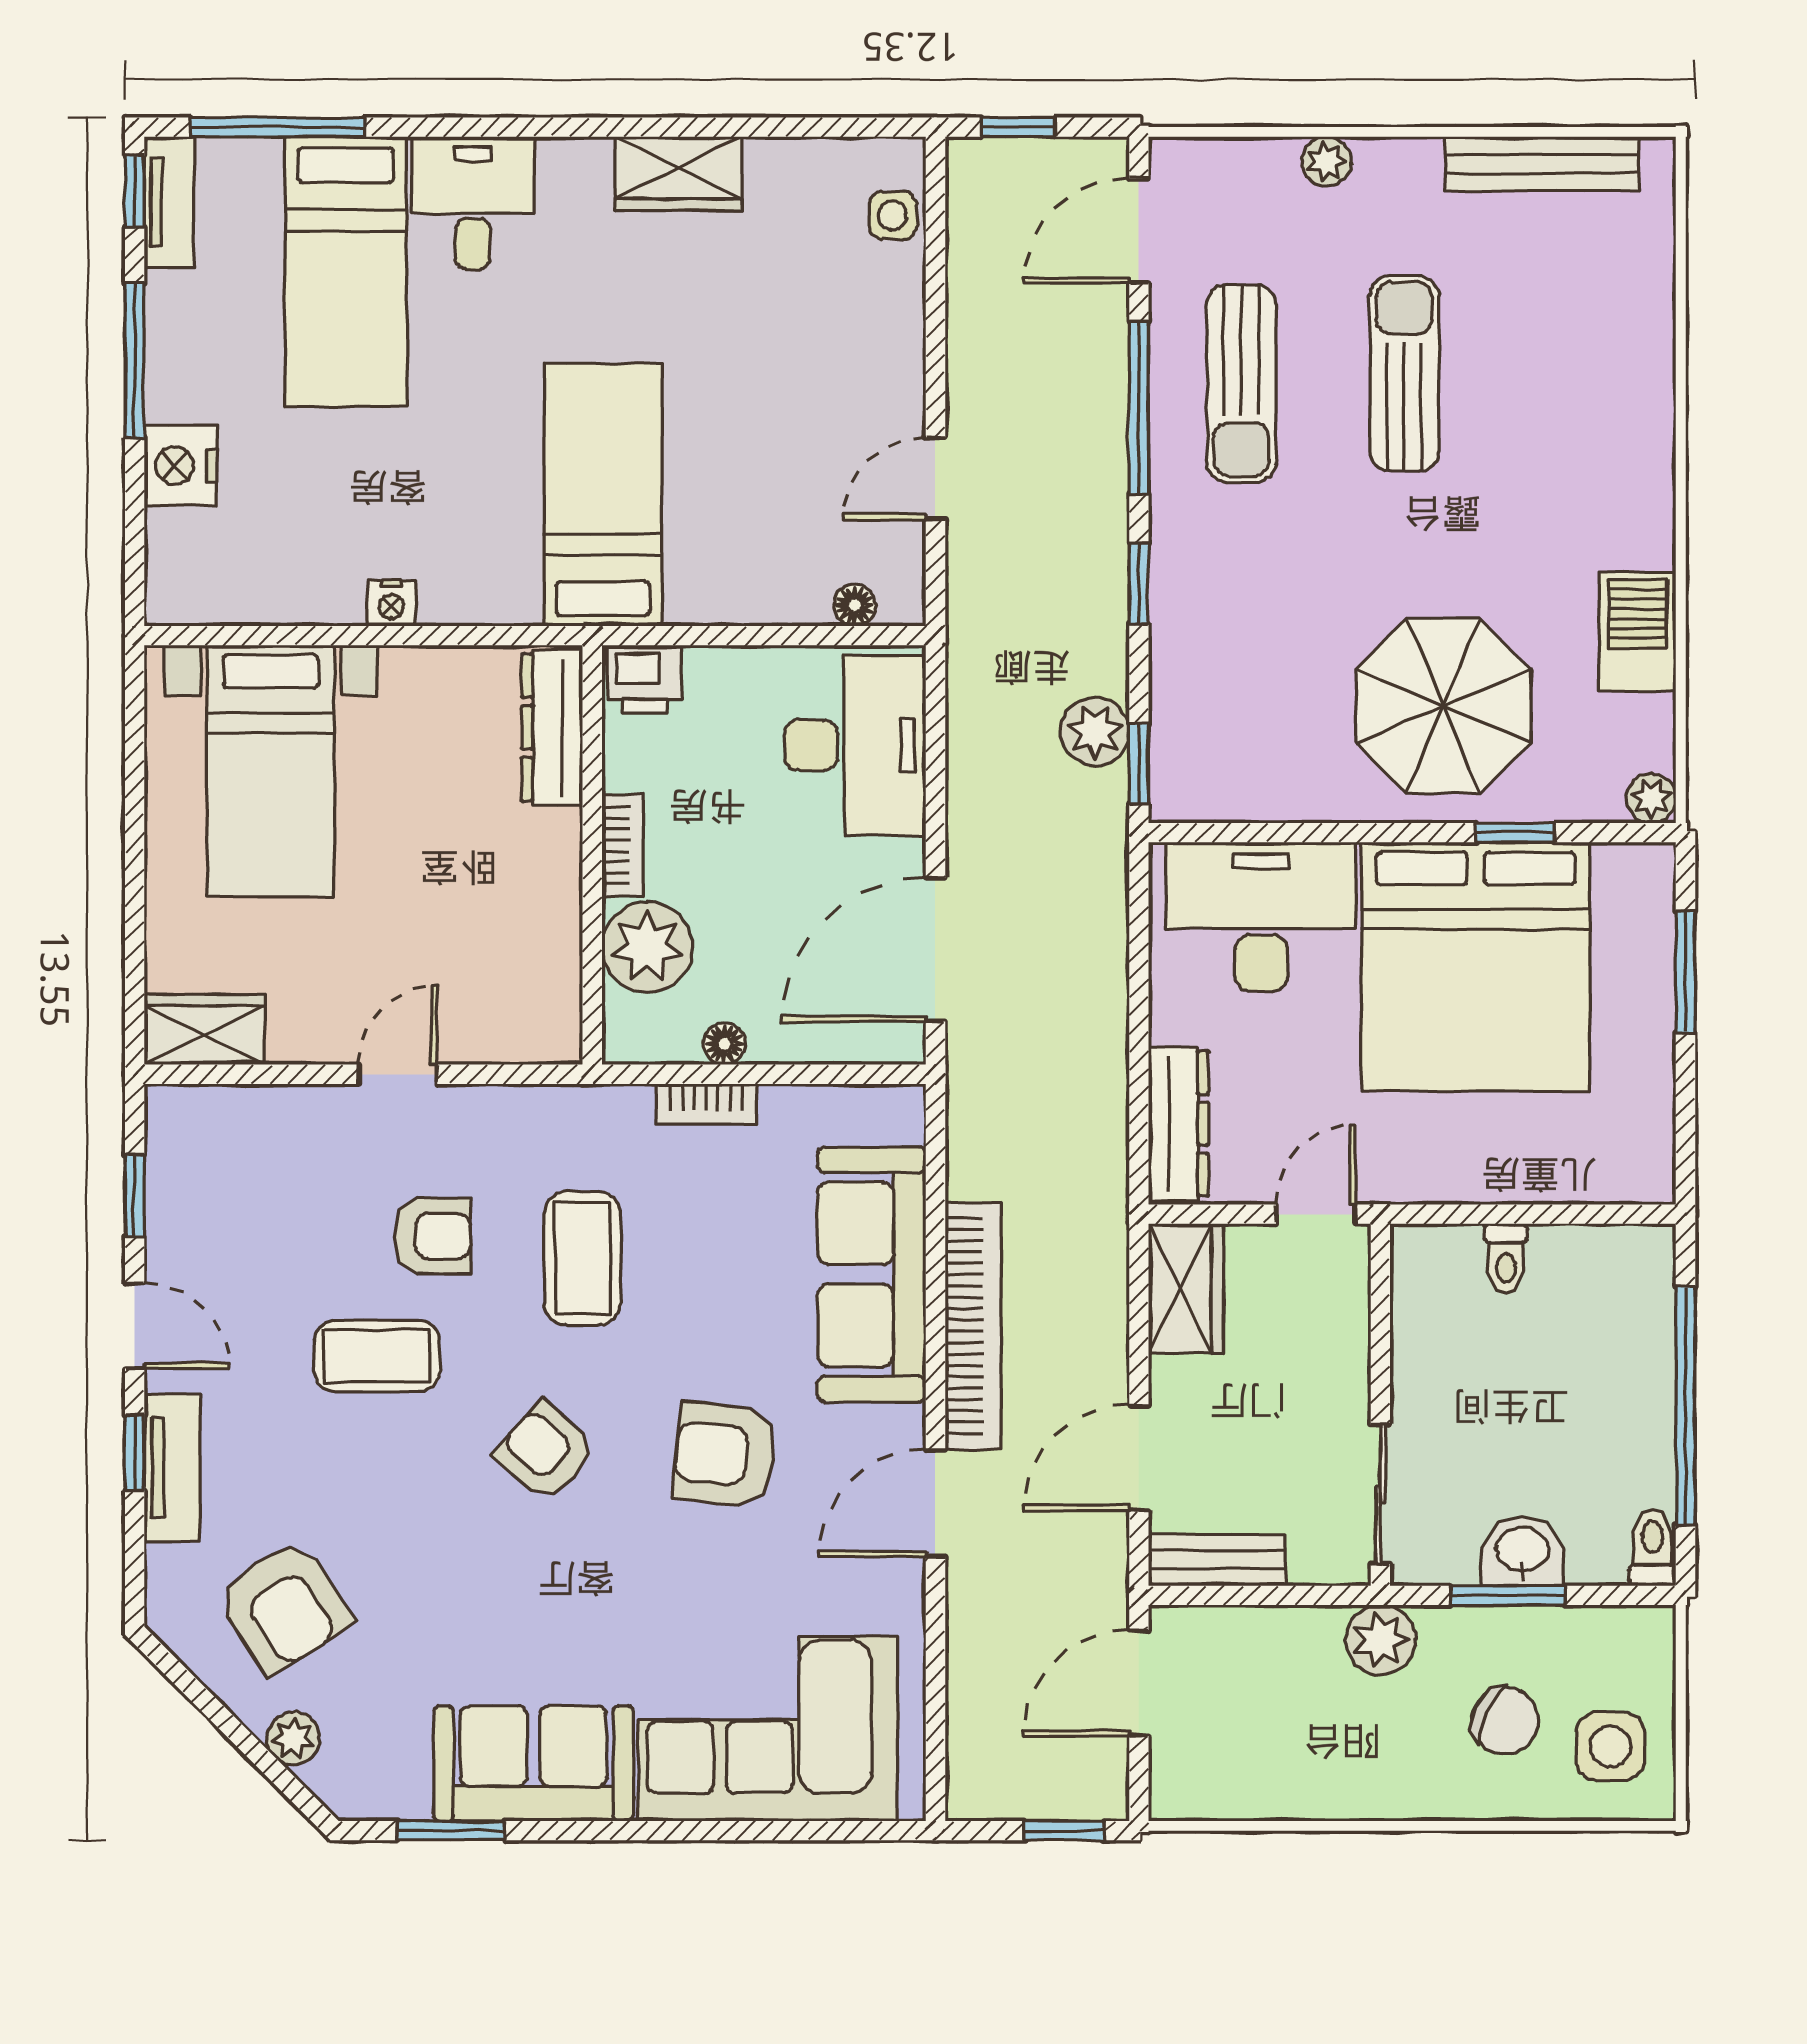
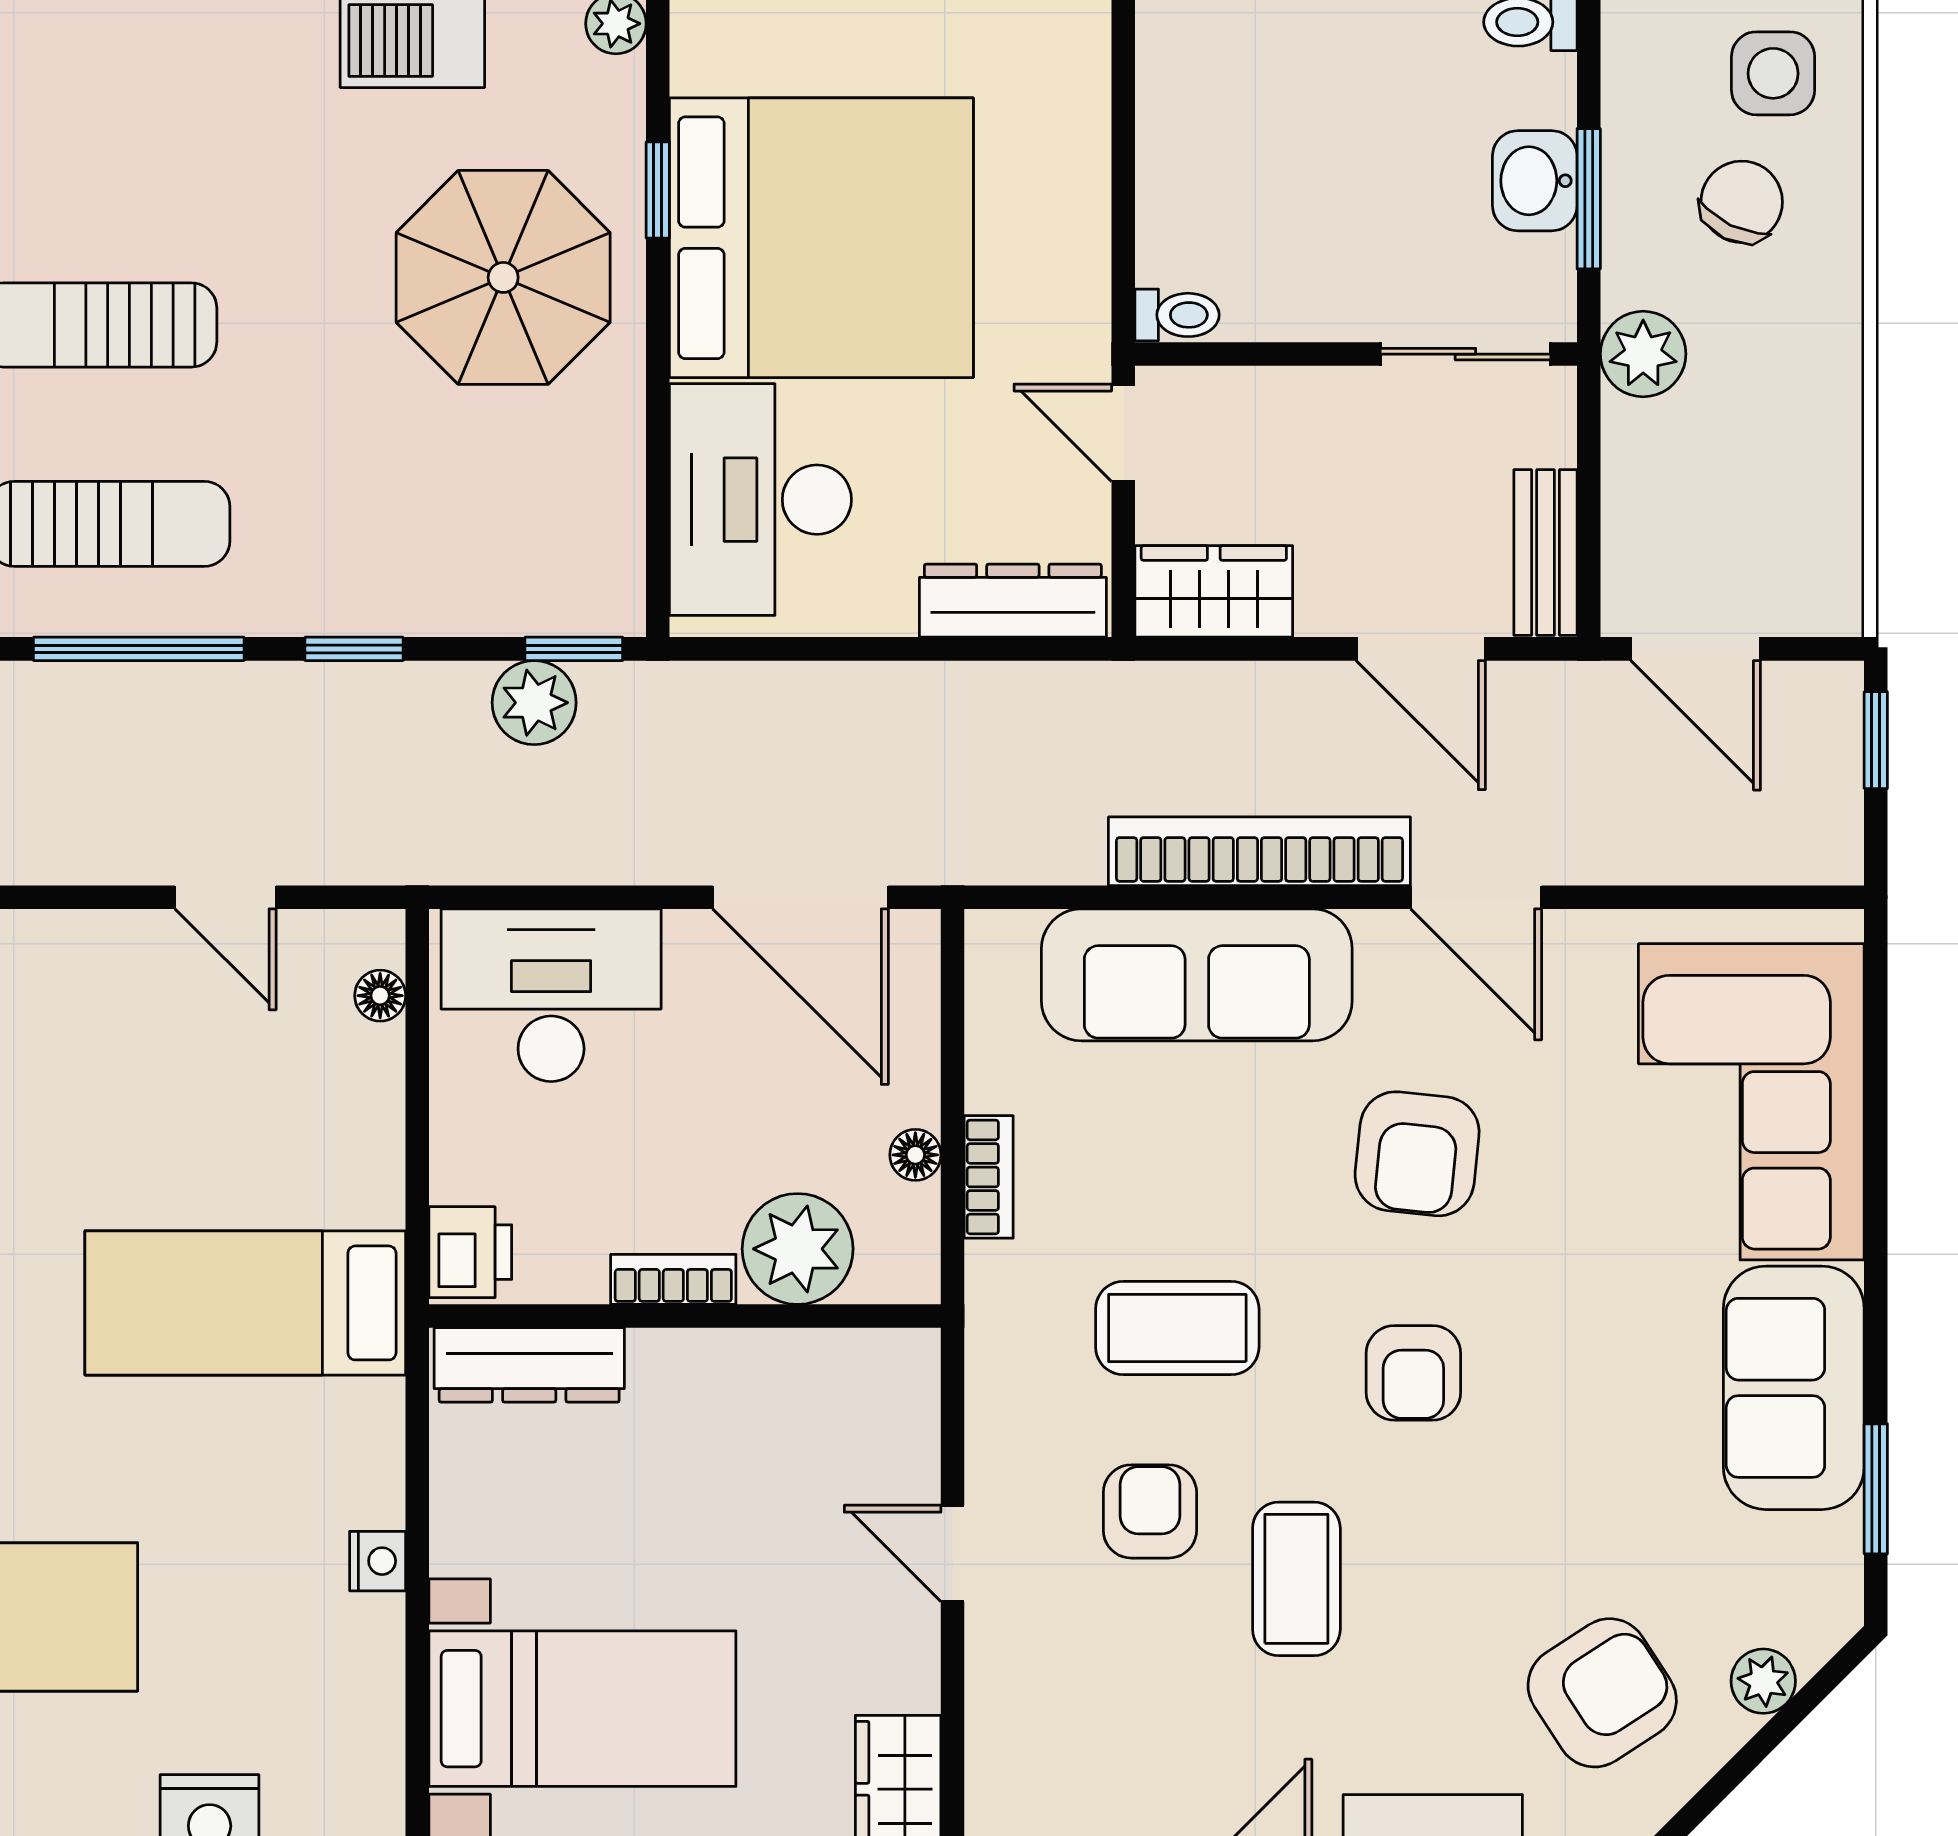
toilet: (1506, 1258) -> (1177, 315), moved
armchair: (546, 1452) -> (1413, 1373), turned -42

